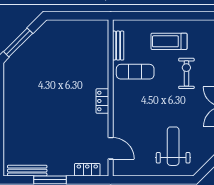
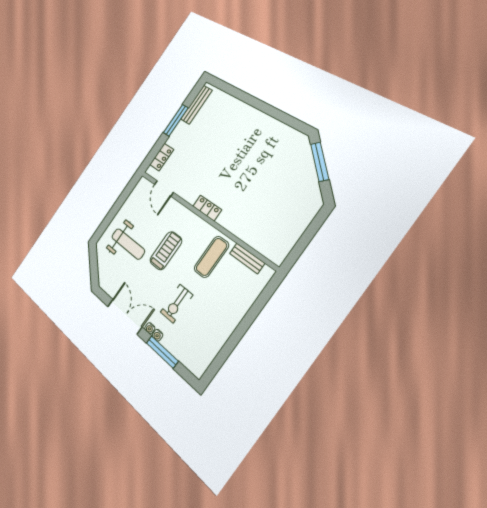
treadmill: (169, 41) -> (166, 251), moved
exercise bike: (186, 73) -> (177, 304), turned 90
door: (111, 148) -> (164, 188), hinge flipped

